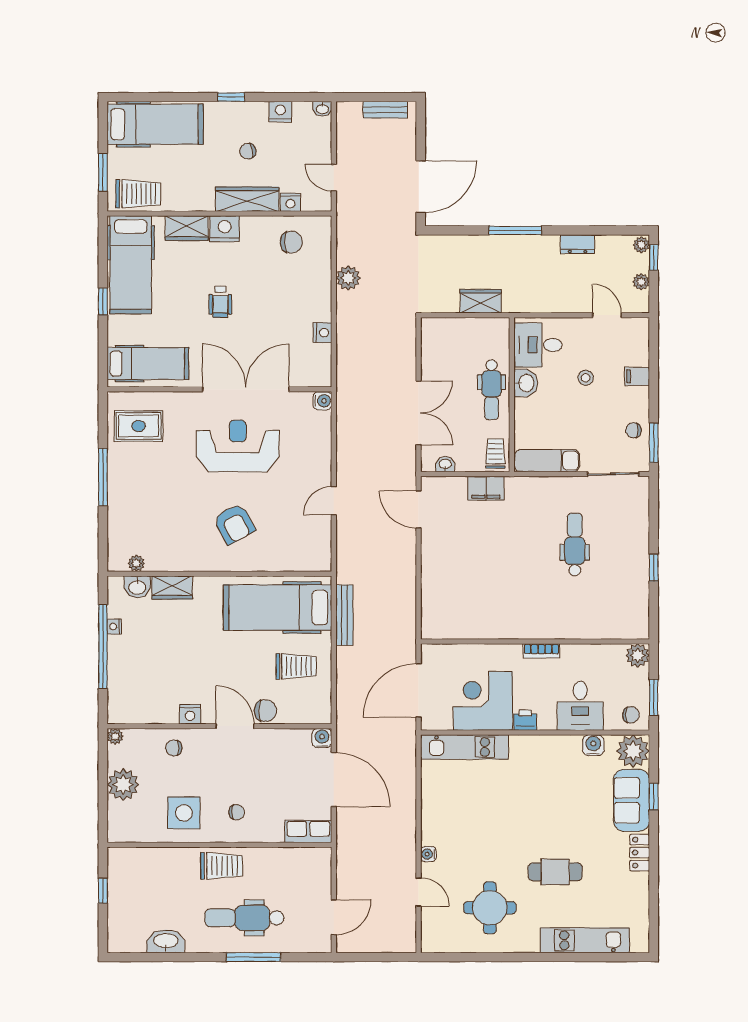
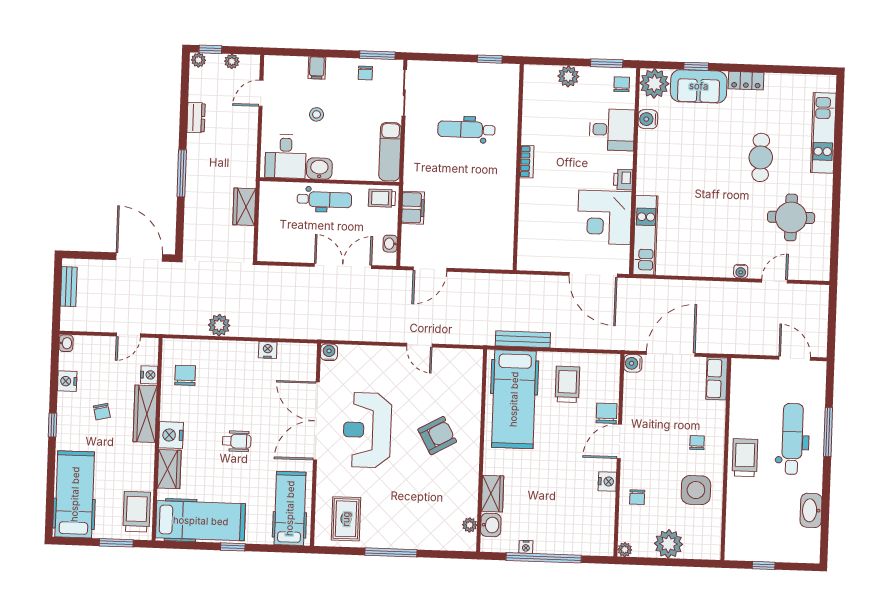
wall: (535, 641) -> (518, 167), moved
bookcase: (541, 651) -> (527, 162), moved
dental chair: (244, 918) -> (792, 439), turned 180

